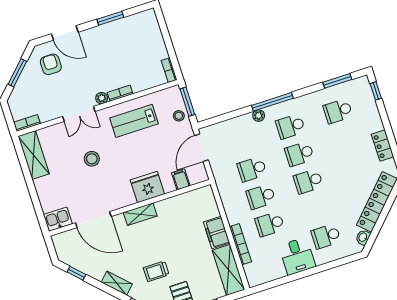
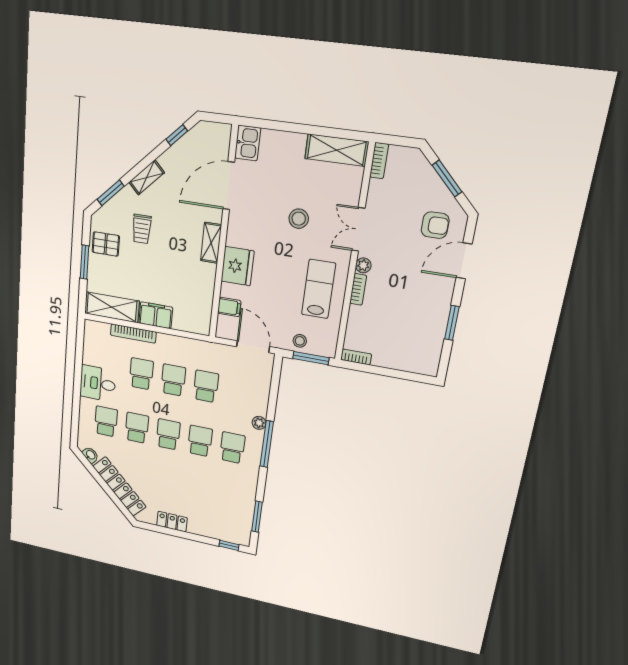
school desk: (338, 111) -> (137, 428), moved
trolley: (156, 271) -> (142, 229), turned 180

